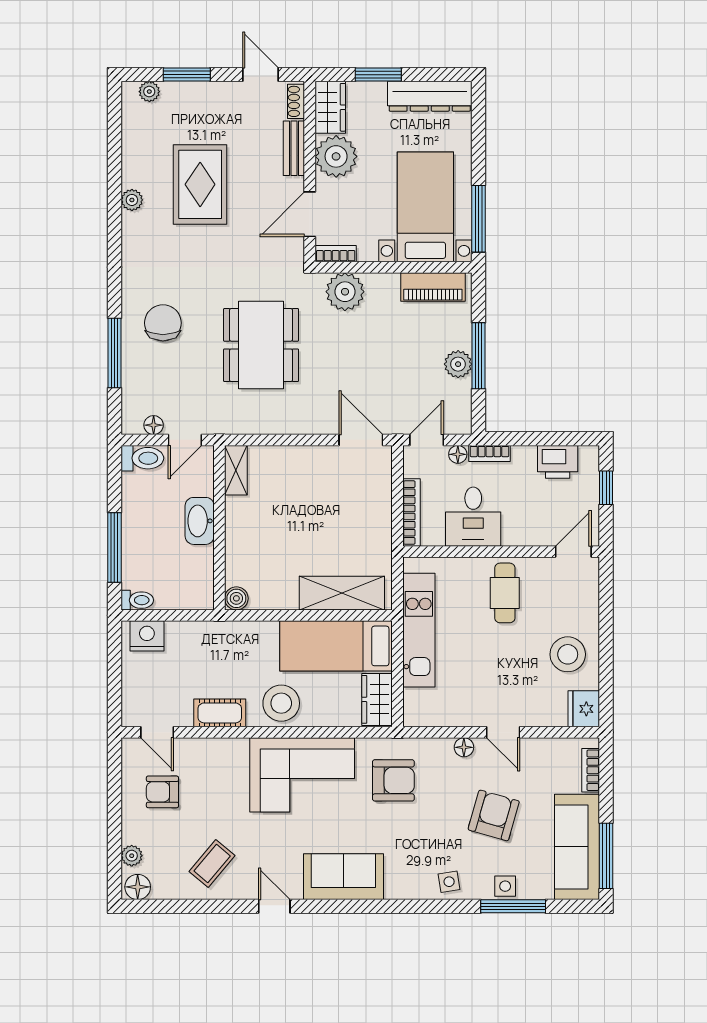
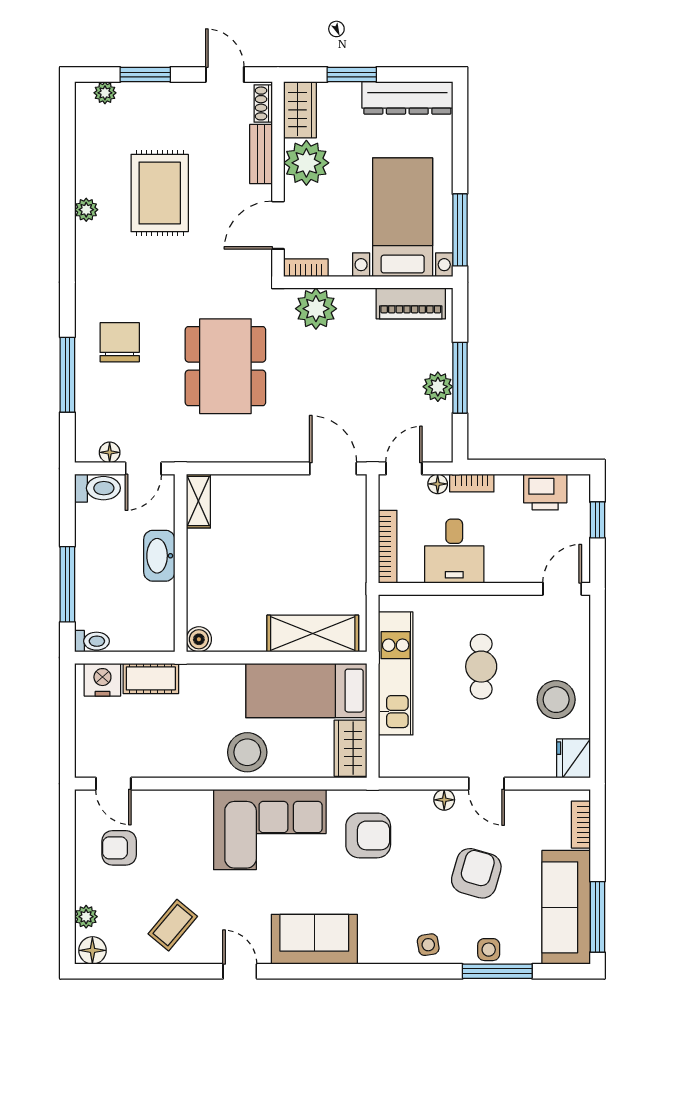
cafe table: (505, 593) -> (481, 667), moved
cot: (220, 713) -> (151, 678), moved

